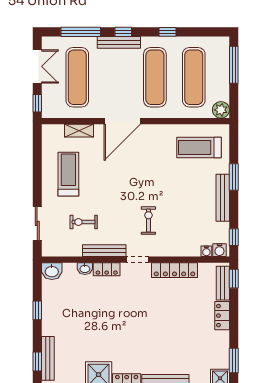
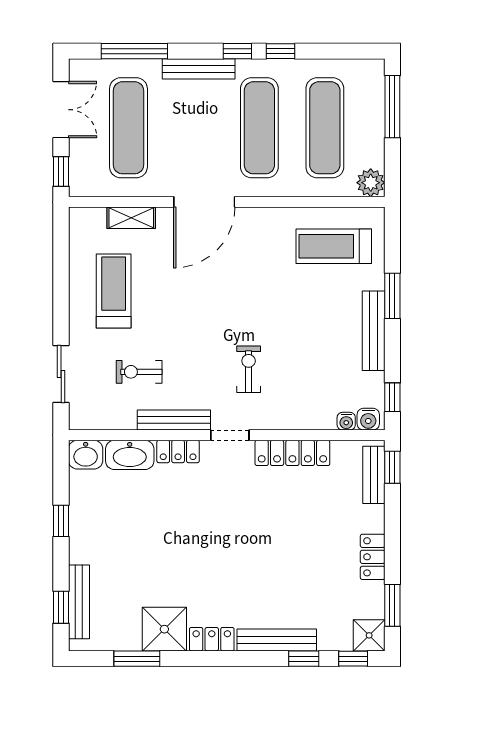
window: (123, 32) -> (237, 51), moved
washbasin: (85, 269) -> (130, 455), width x1.91, depth x1.45
locker: (222, 316) -> (373, 557), moved

